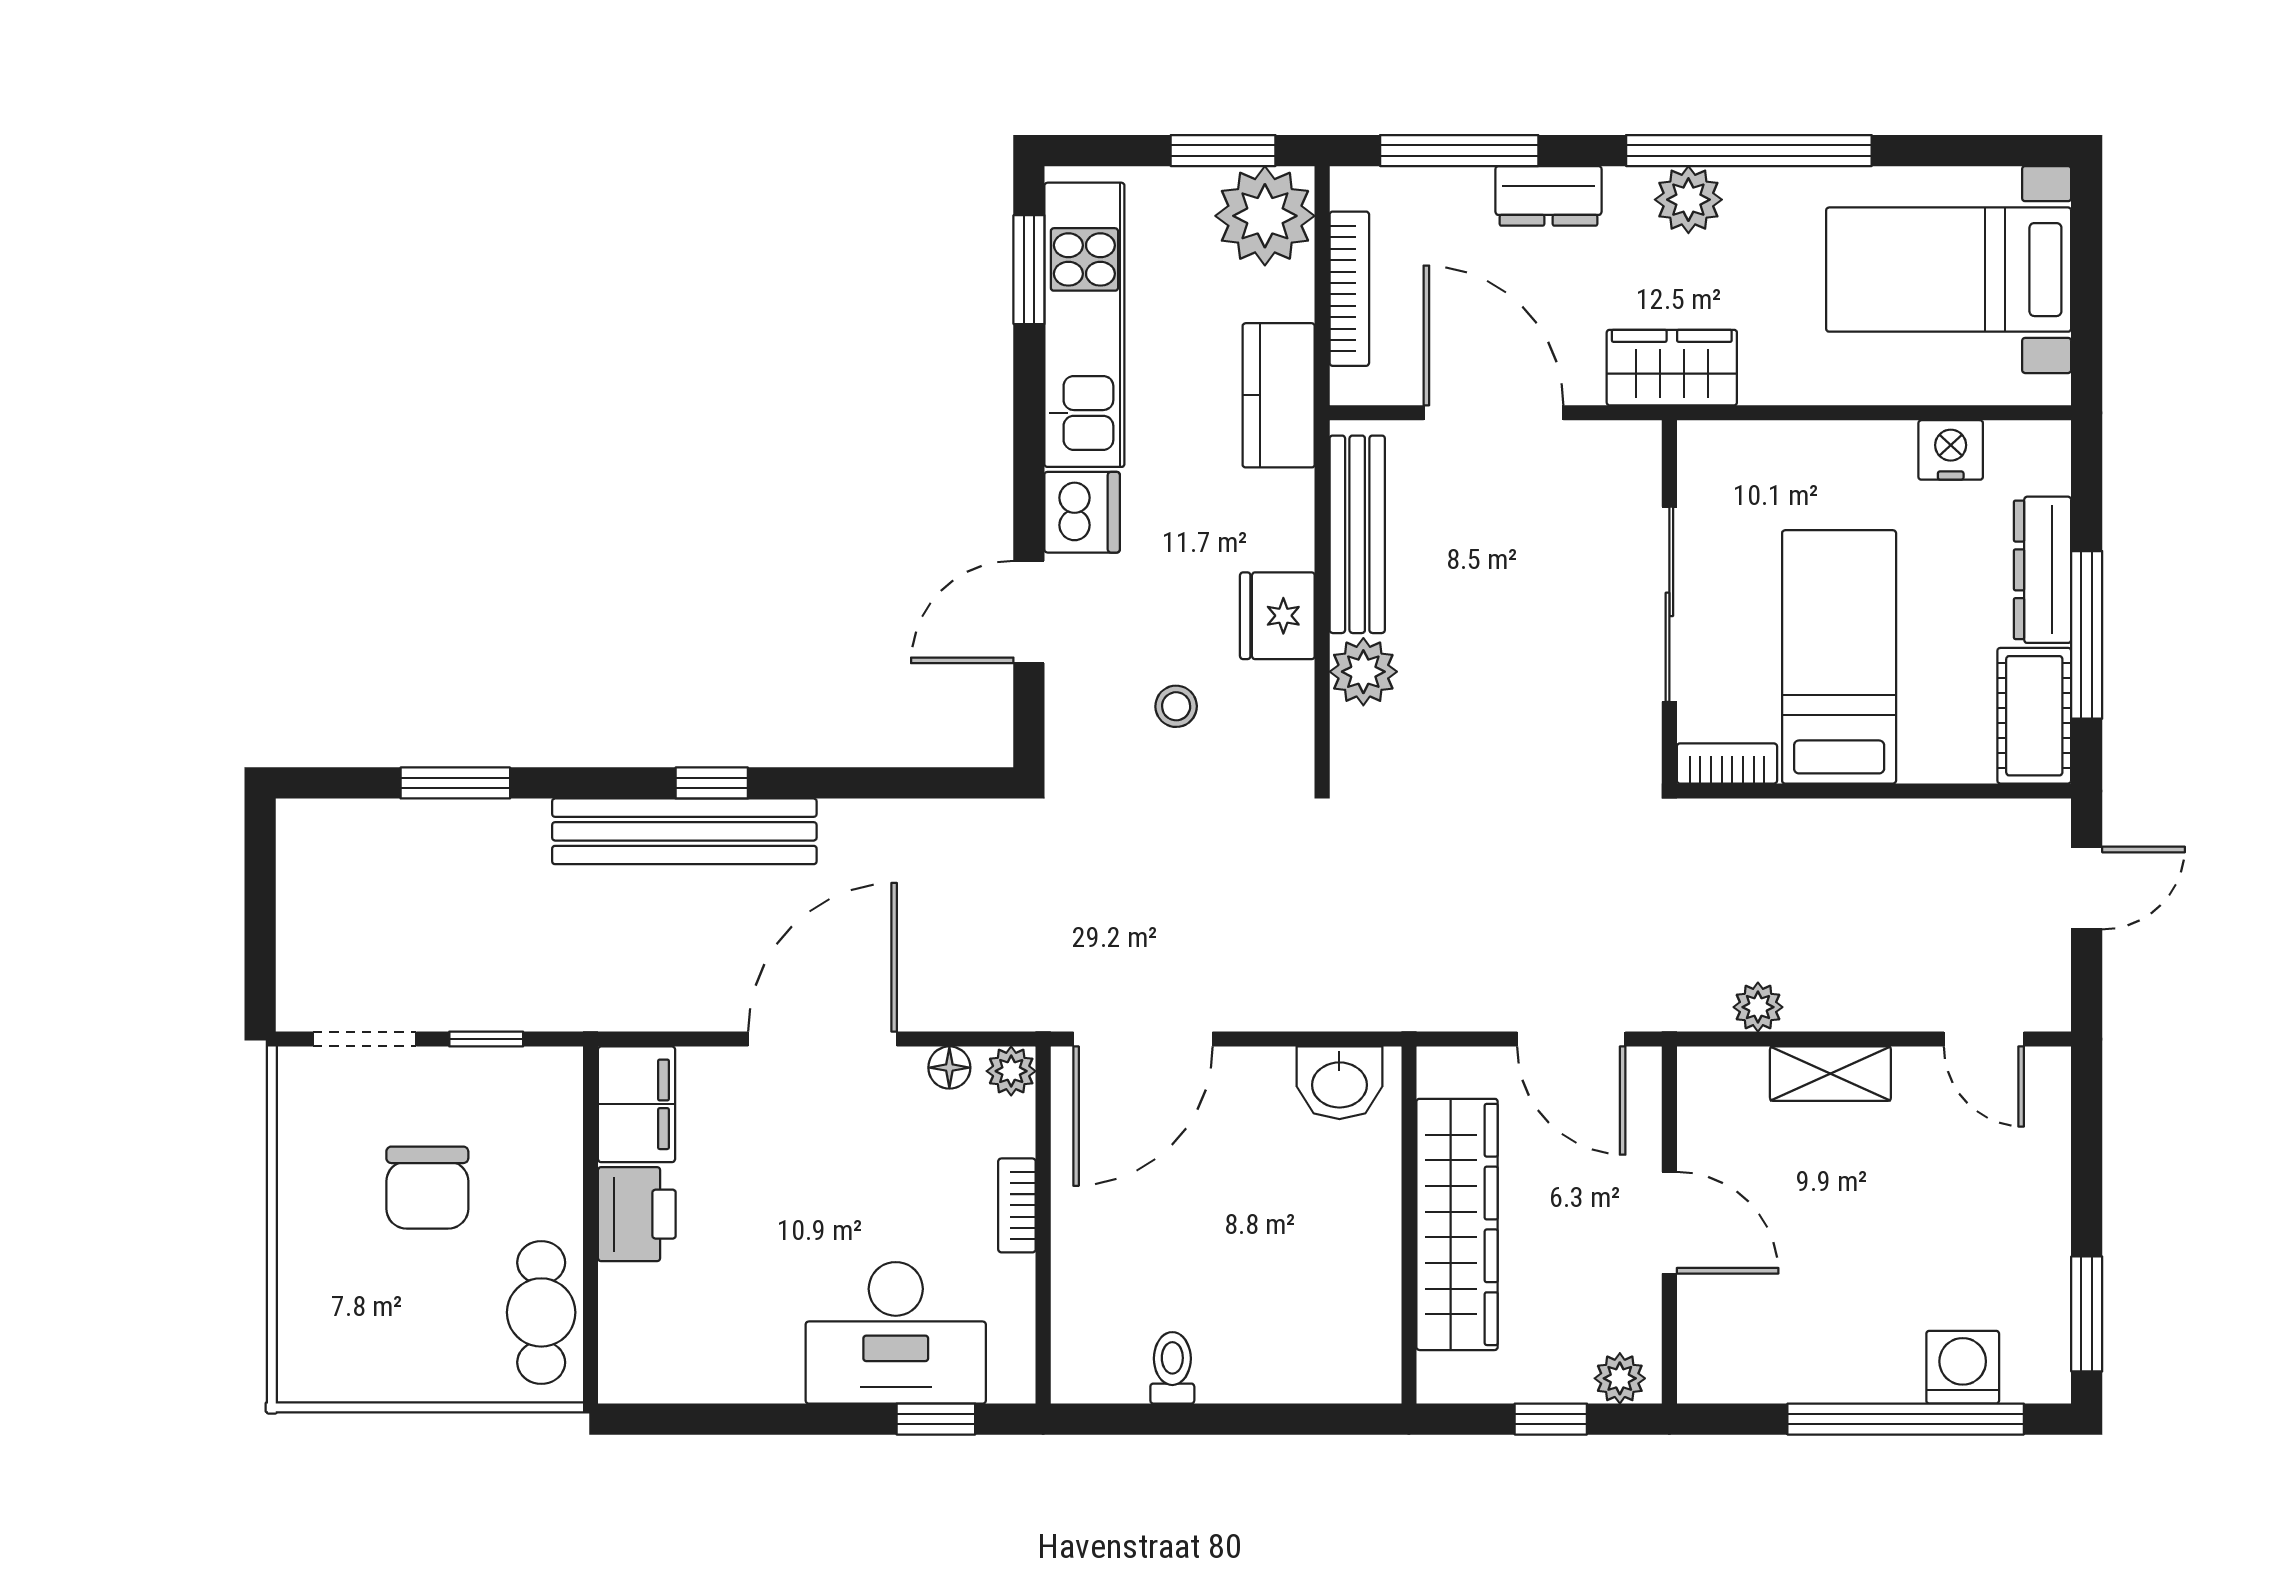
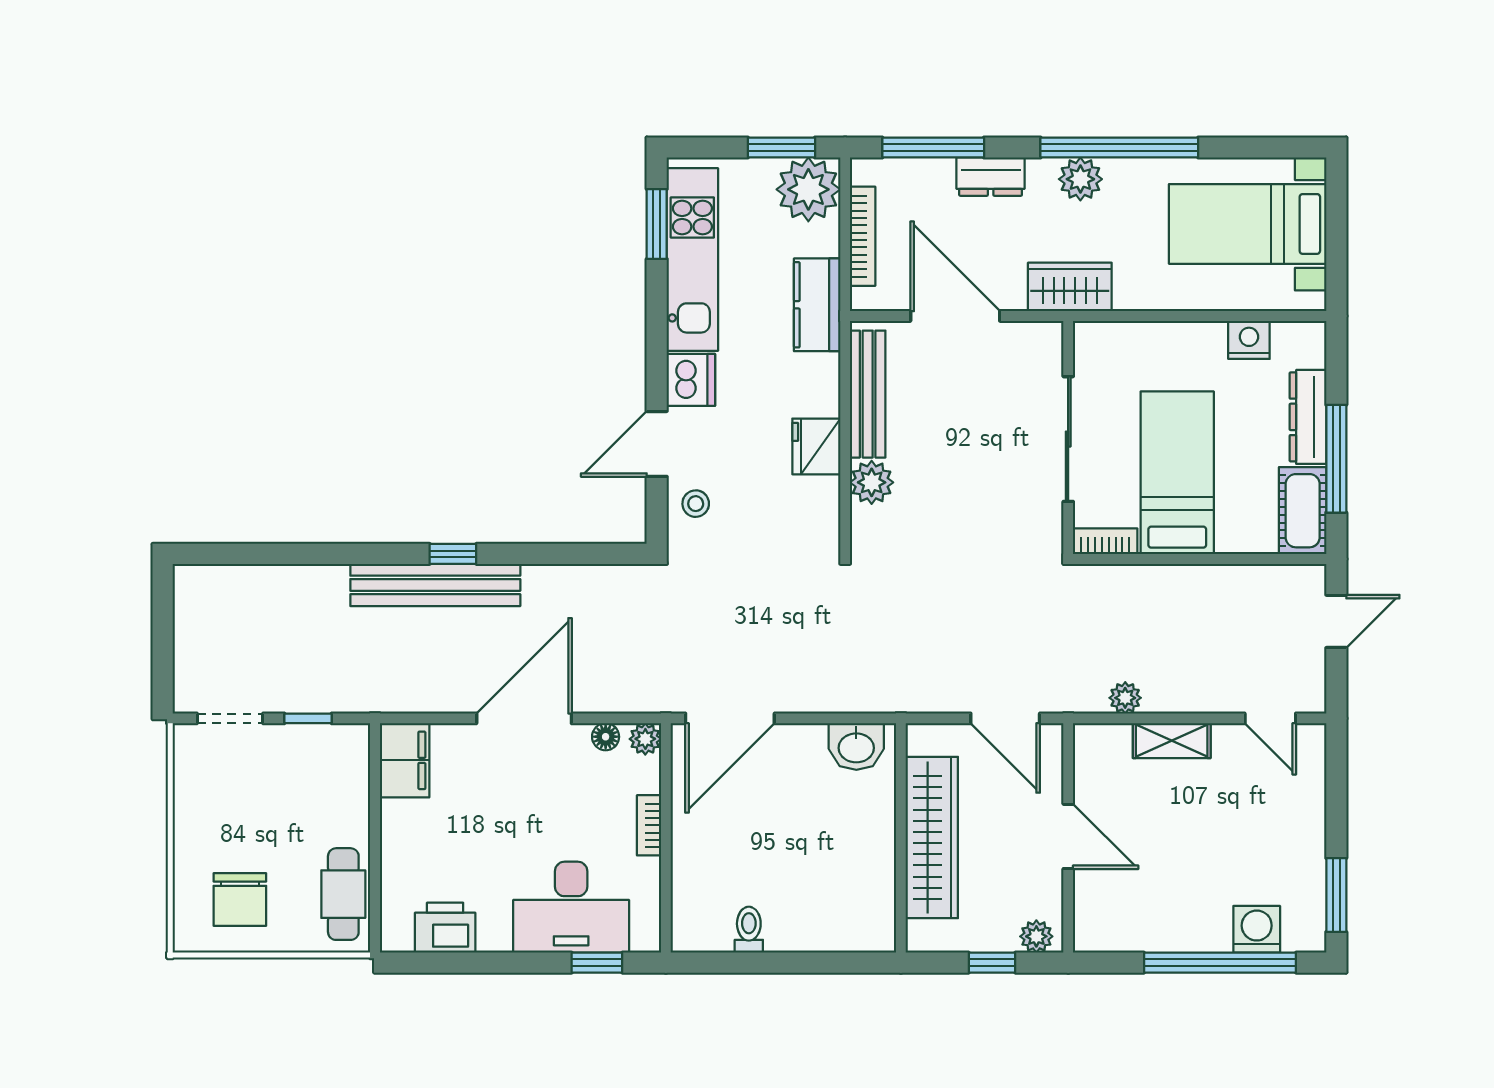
stool: (1176, 706) -> (696, 504), moved
window: (455, 783) -> (288, 554), removed
chair: (427, 1188) -> (240, 900), moved
printer: (637, 1214) -> (445, 928), moved, turned -90

